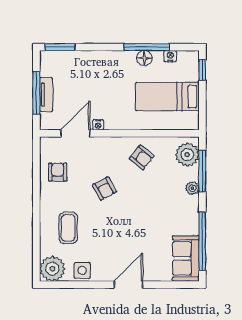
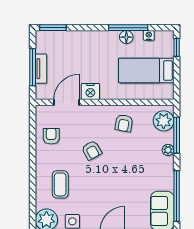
nightstand: (98, 125) -> (90, 91), width x1.89, depth x1.79
armchair: (142, 157) -> (124, 123), turned 61

